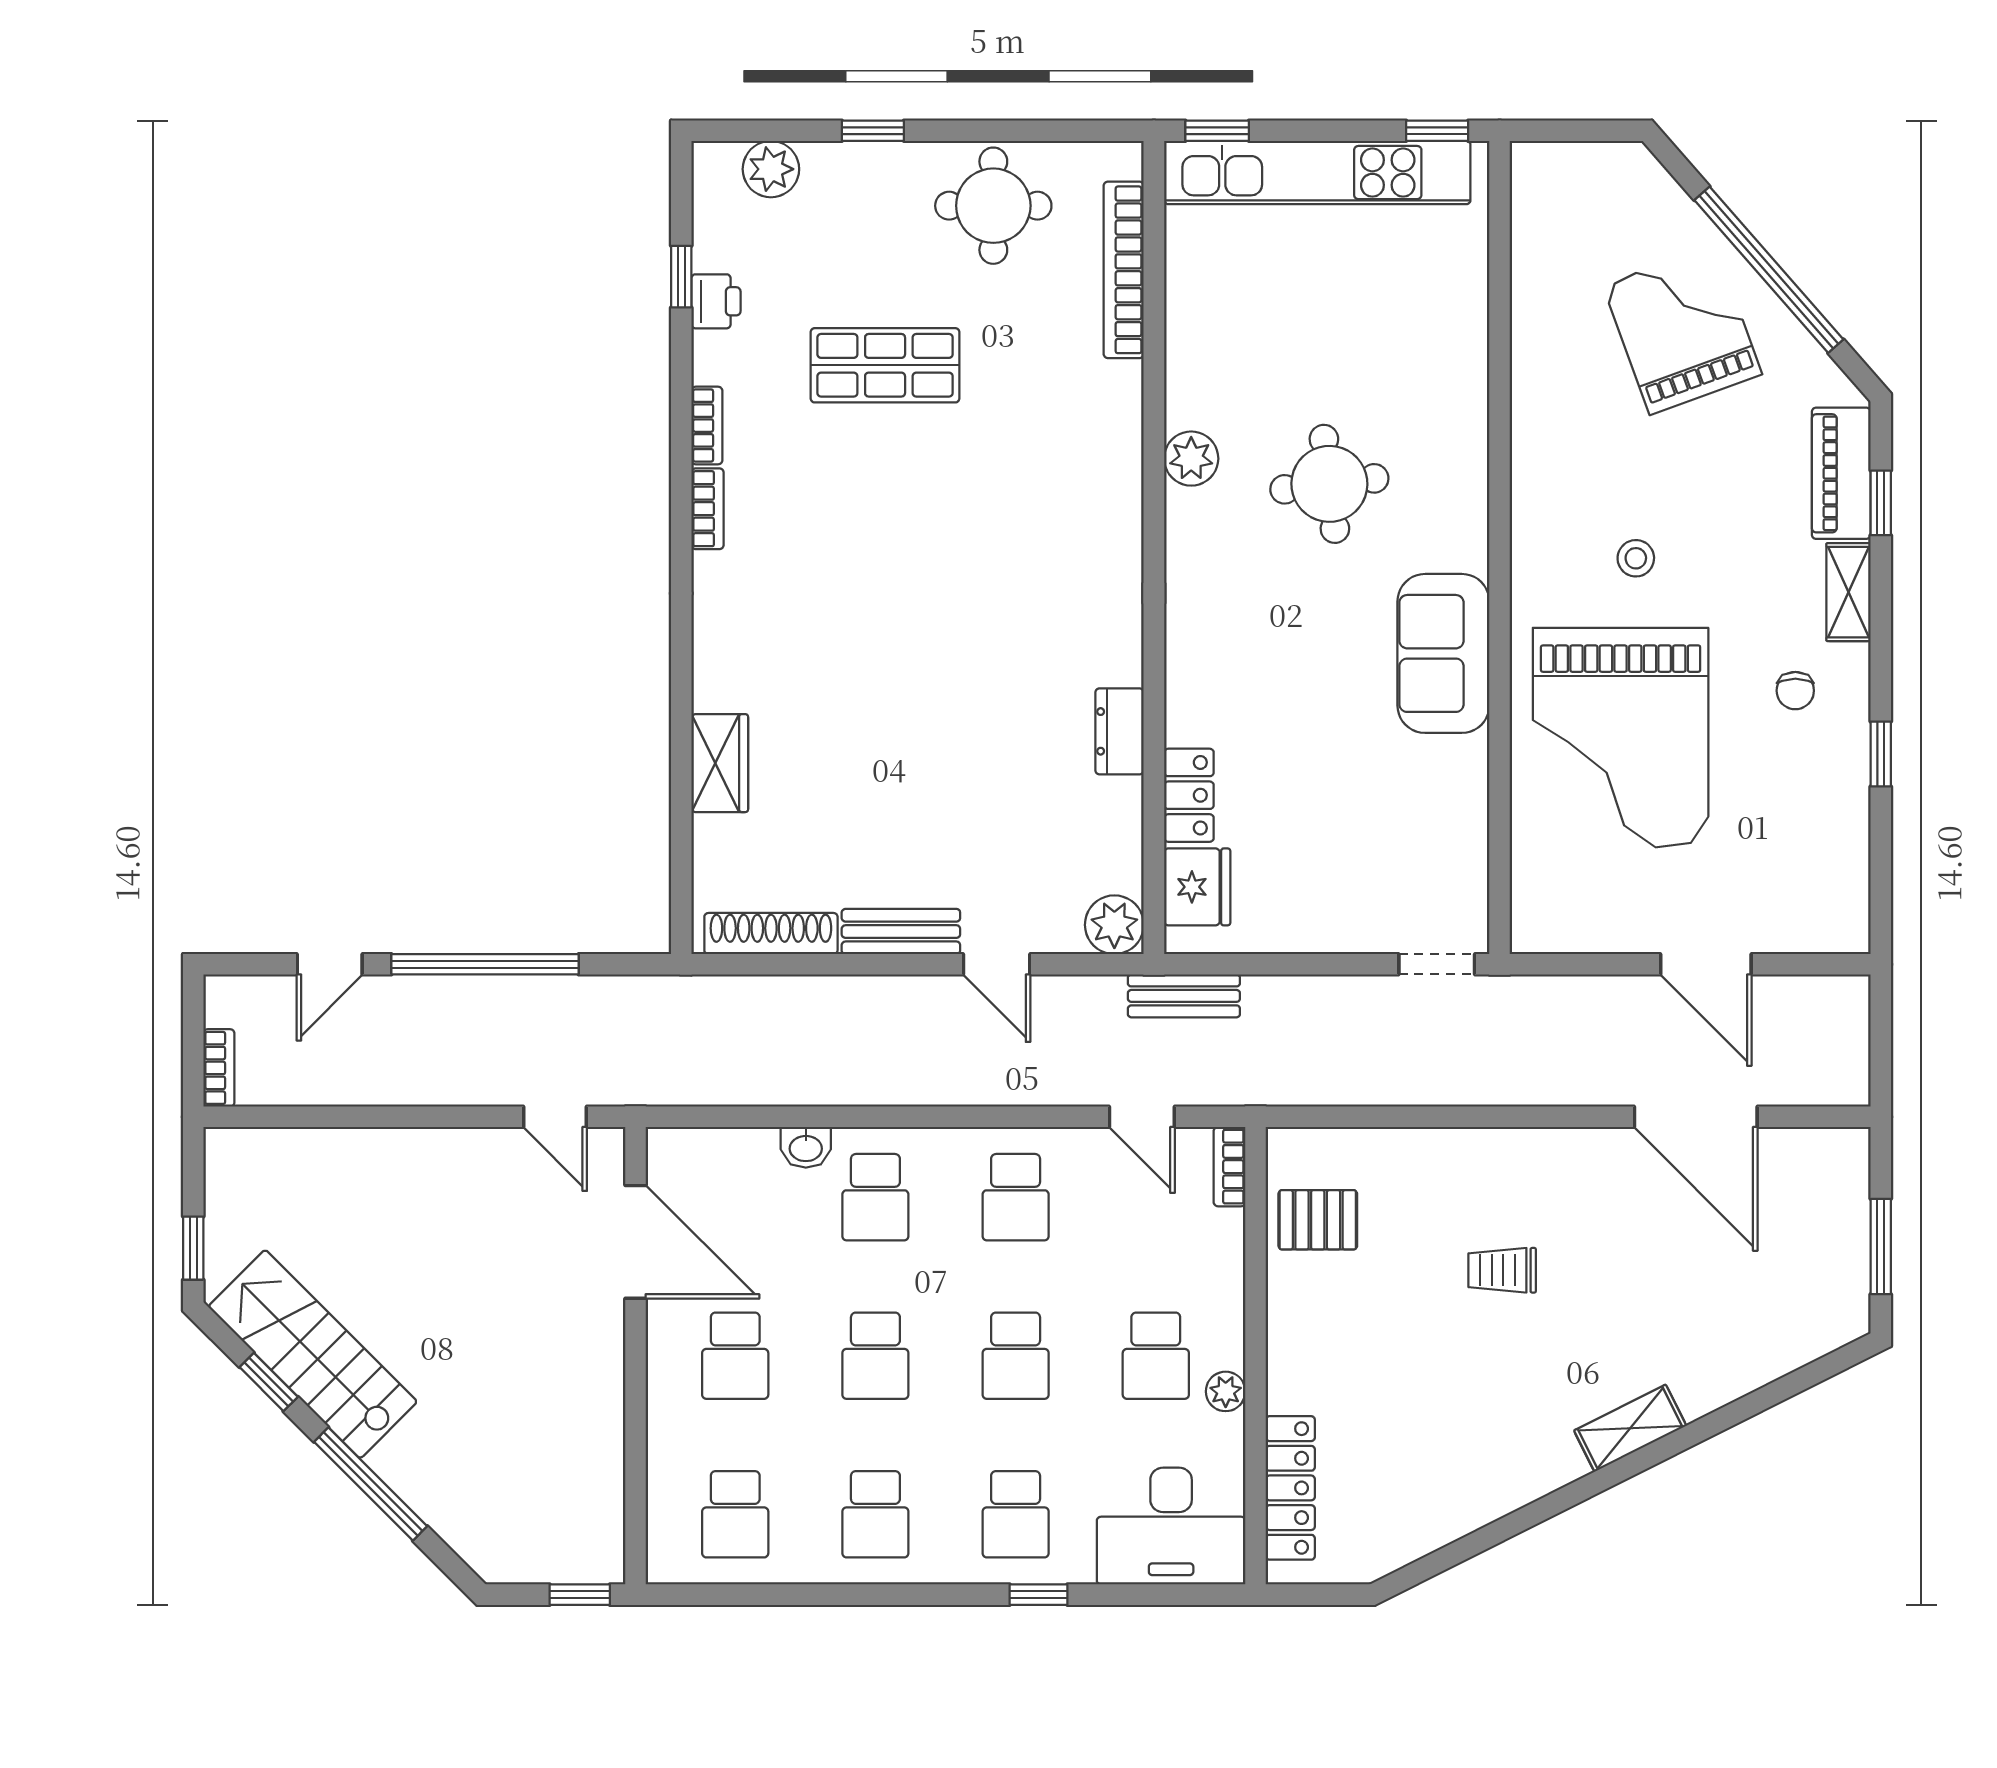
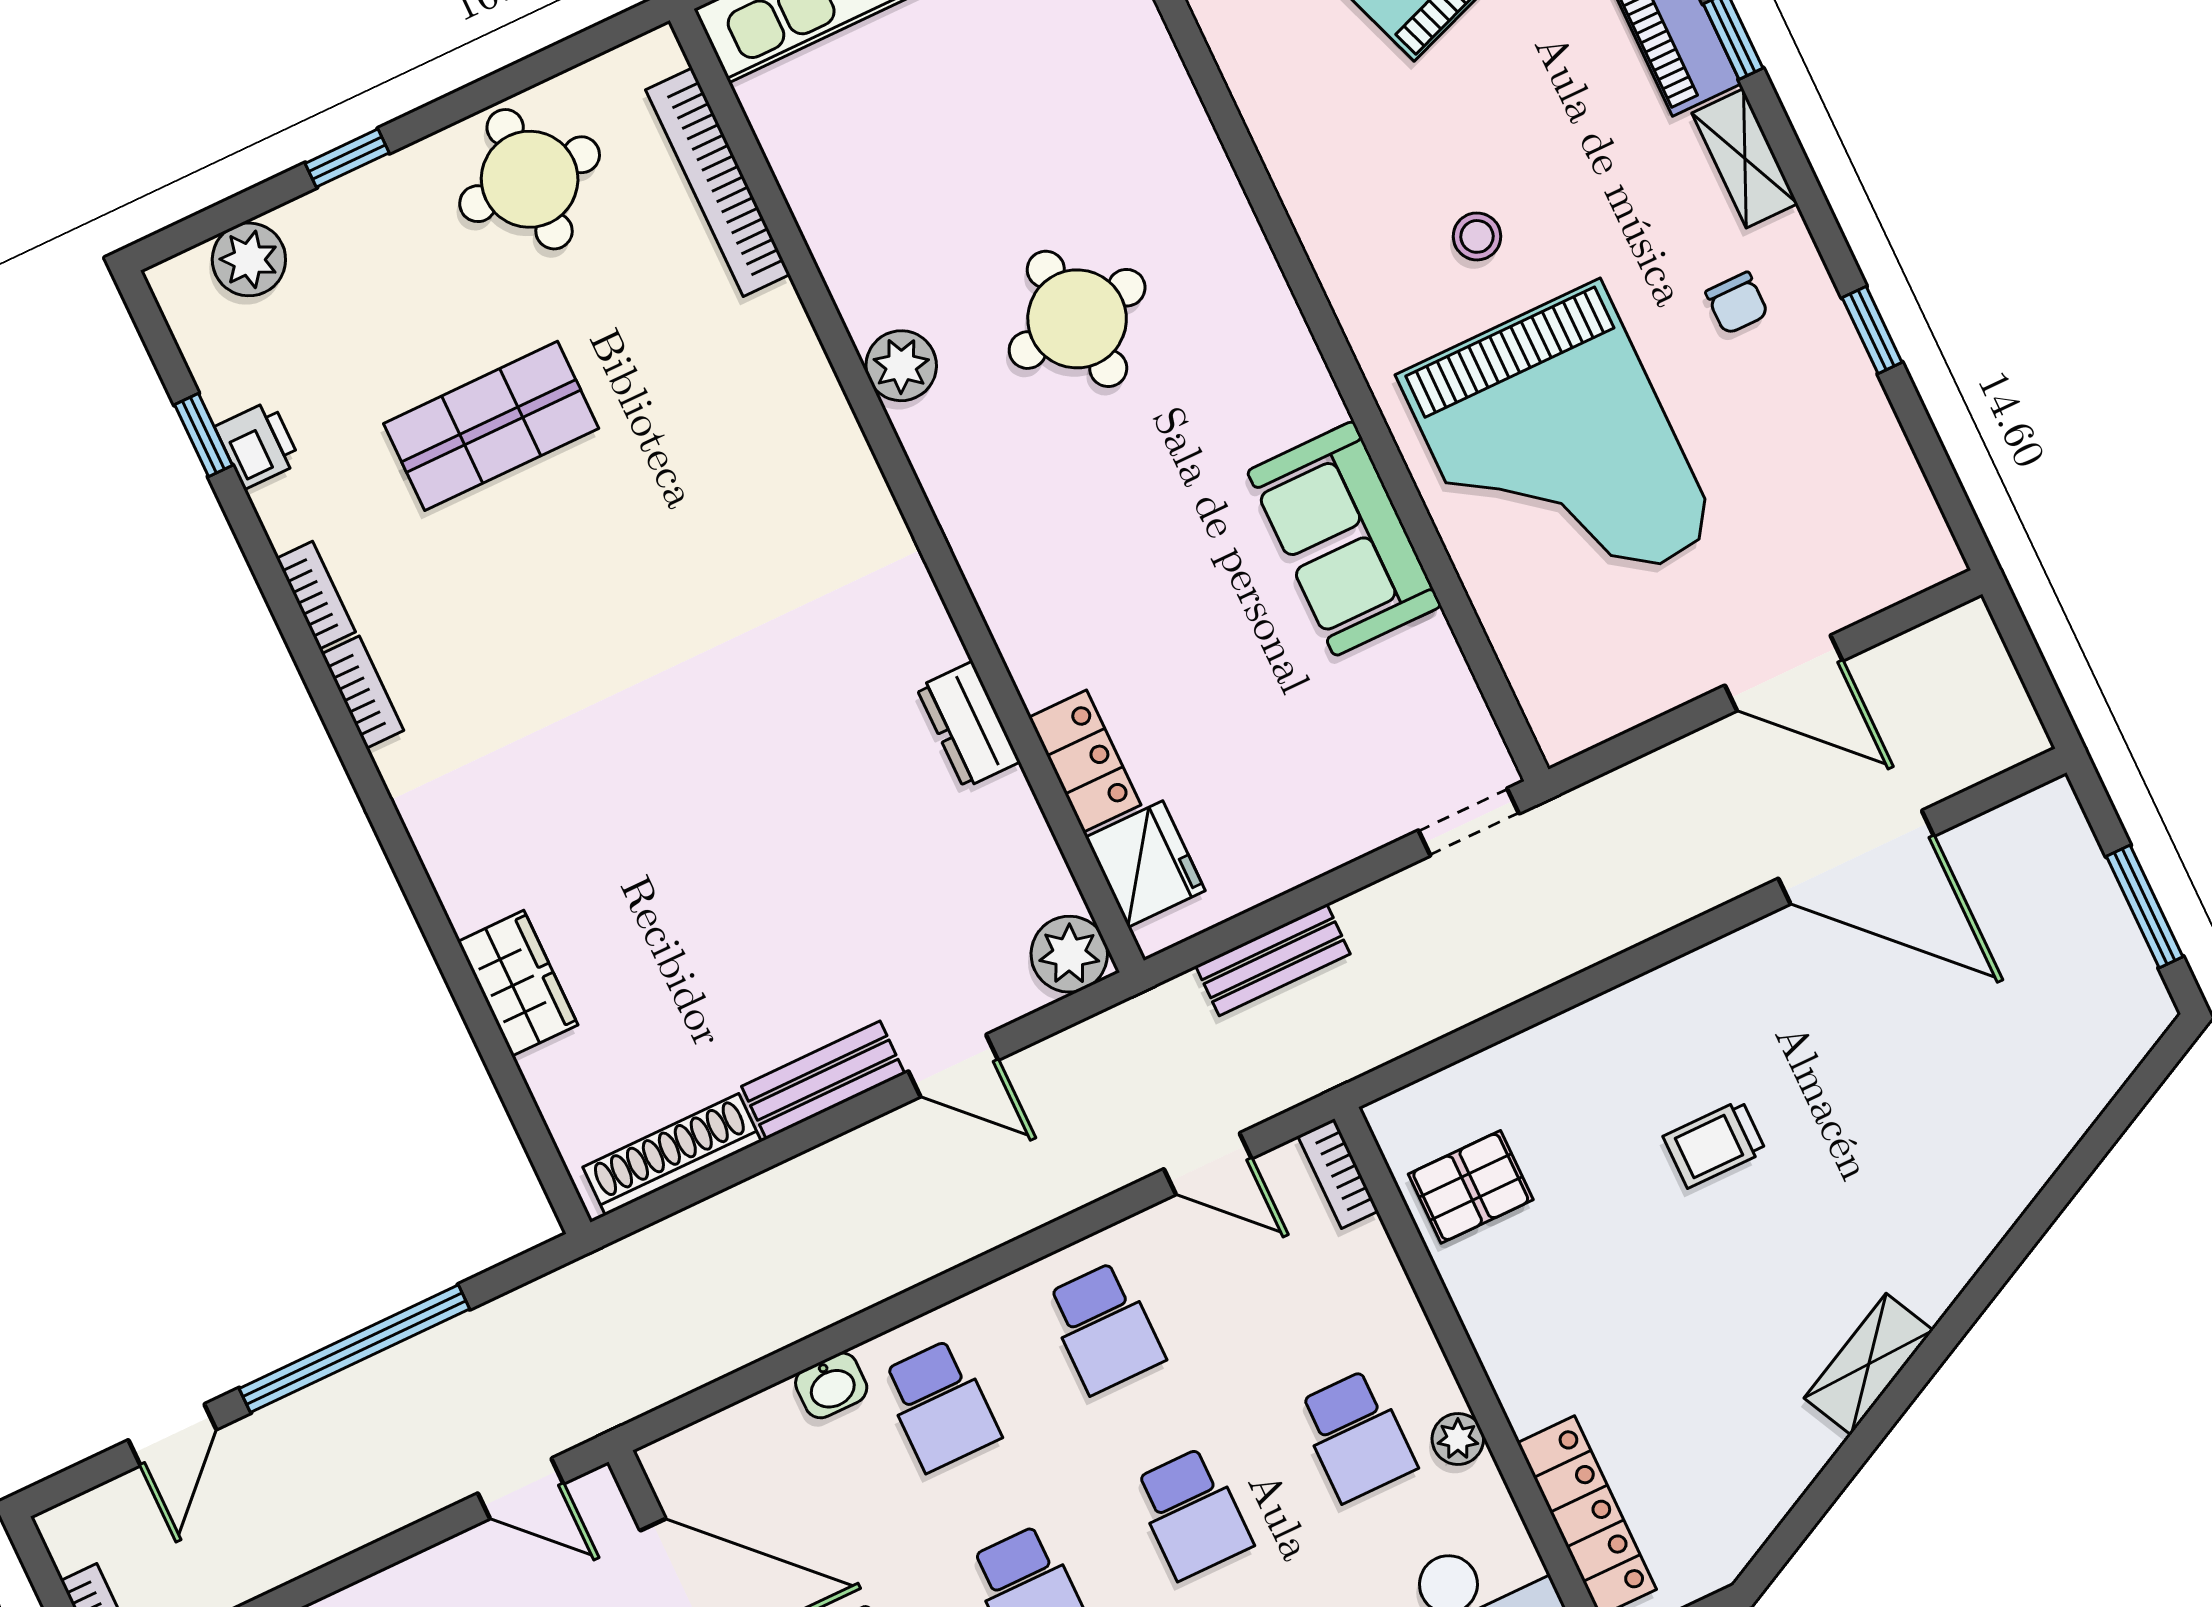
sofa: (1443, 653) -> (1344, 539), moved
bench: (1184, 996) -> (1273, 960), moved
shelving: (1630, 1428) -> (1869, 1364), moved

